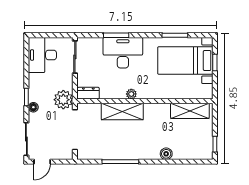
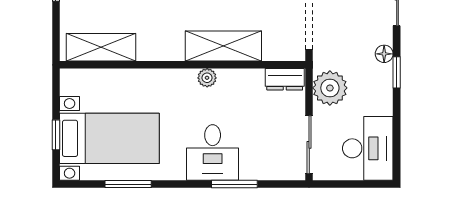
desk: (123, 53) -> (213, 152), width x0.73
plant: (63, 100) -> (330, 88), moved

